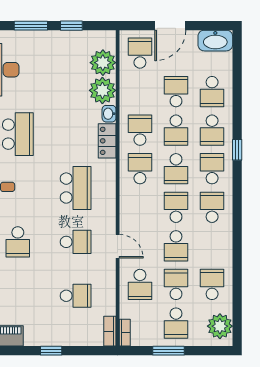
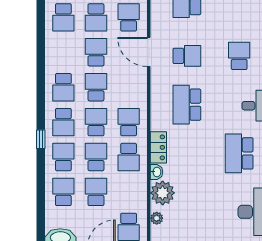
plant: (103, 63) -> (157, 218), width x0.53, depth x0.53
school desk: (176, 92) -> (96, 192), turned 180
school desk: (140, 169) -> (129, 122), turned 180
school desk: (176, 207) -> (96, 87), turned 180
school desk: (76, 242) -> (187, 56), turned 180
door: (118, 246) -> (149, 52), width x1.38

